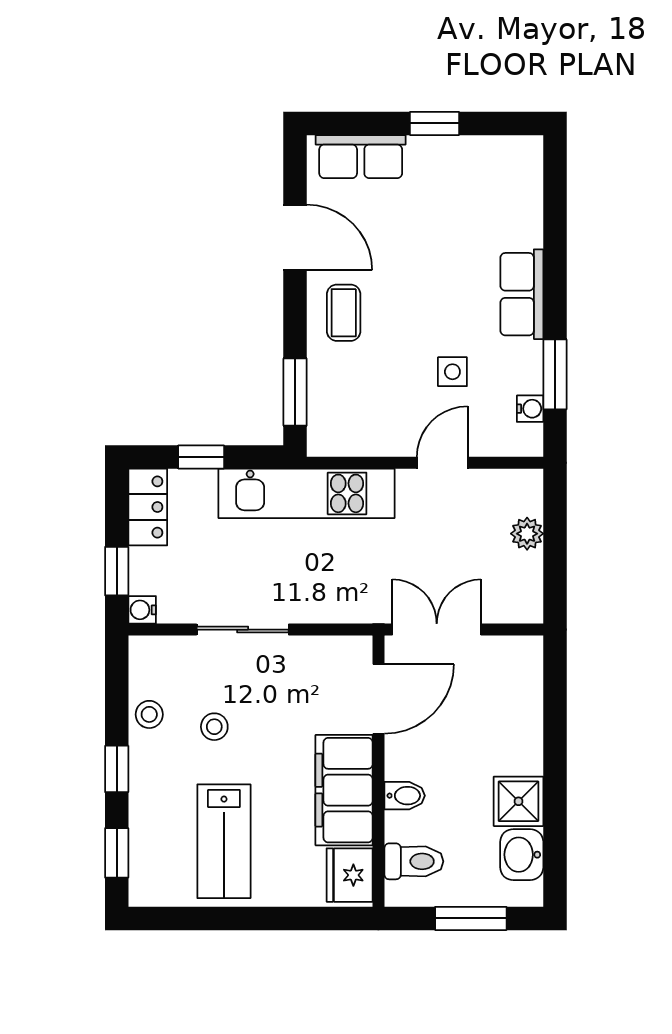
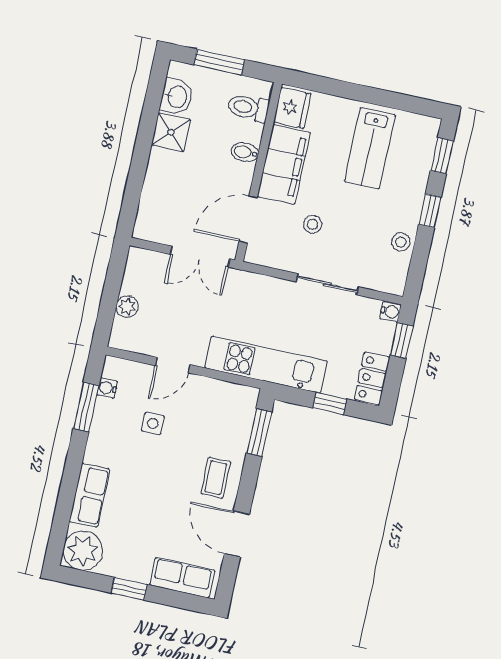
plant: (514, 164) -> (83, 551), added
row of seats: (522, 294) -> (90, 495), moved
stool: (214, 727) -> (312, 224), moved
lab bench: (224, 841) -> (370, 148), turned 180

